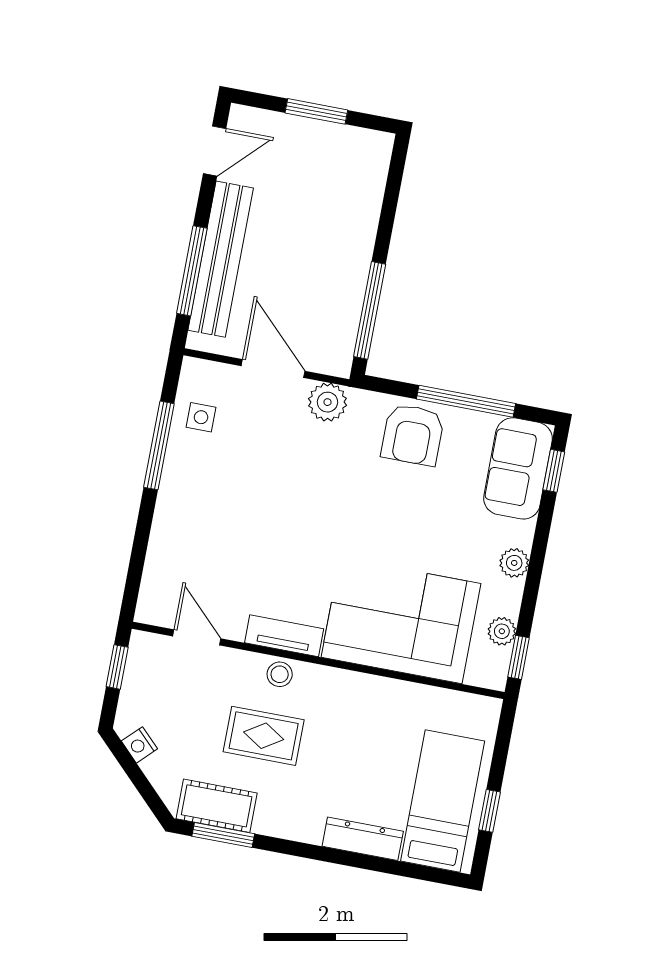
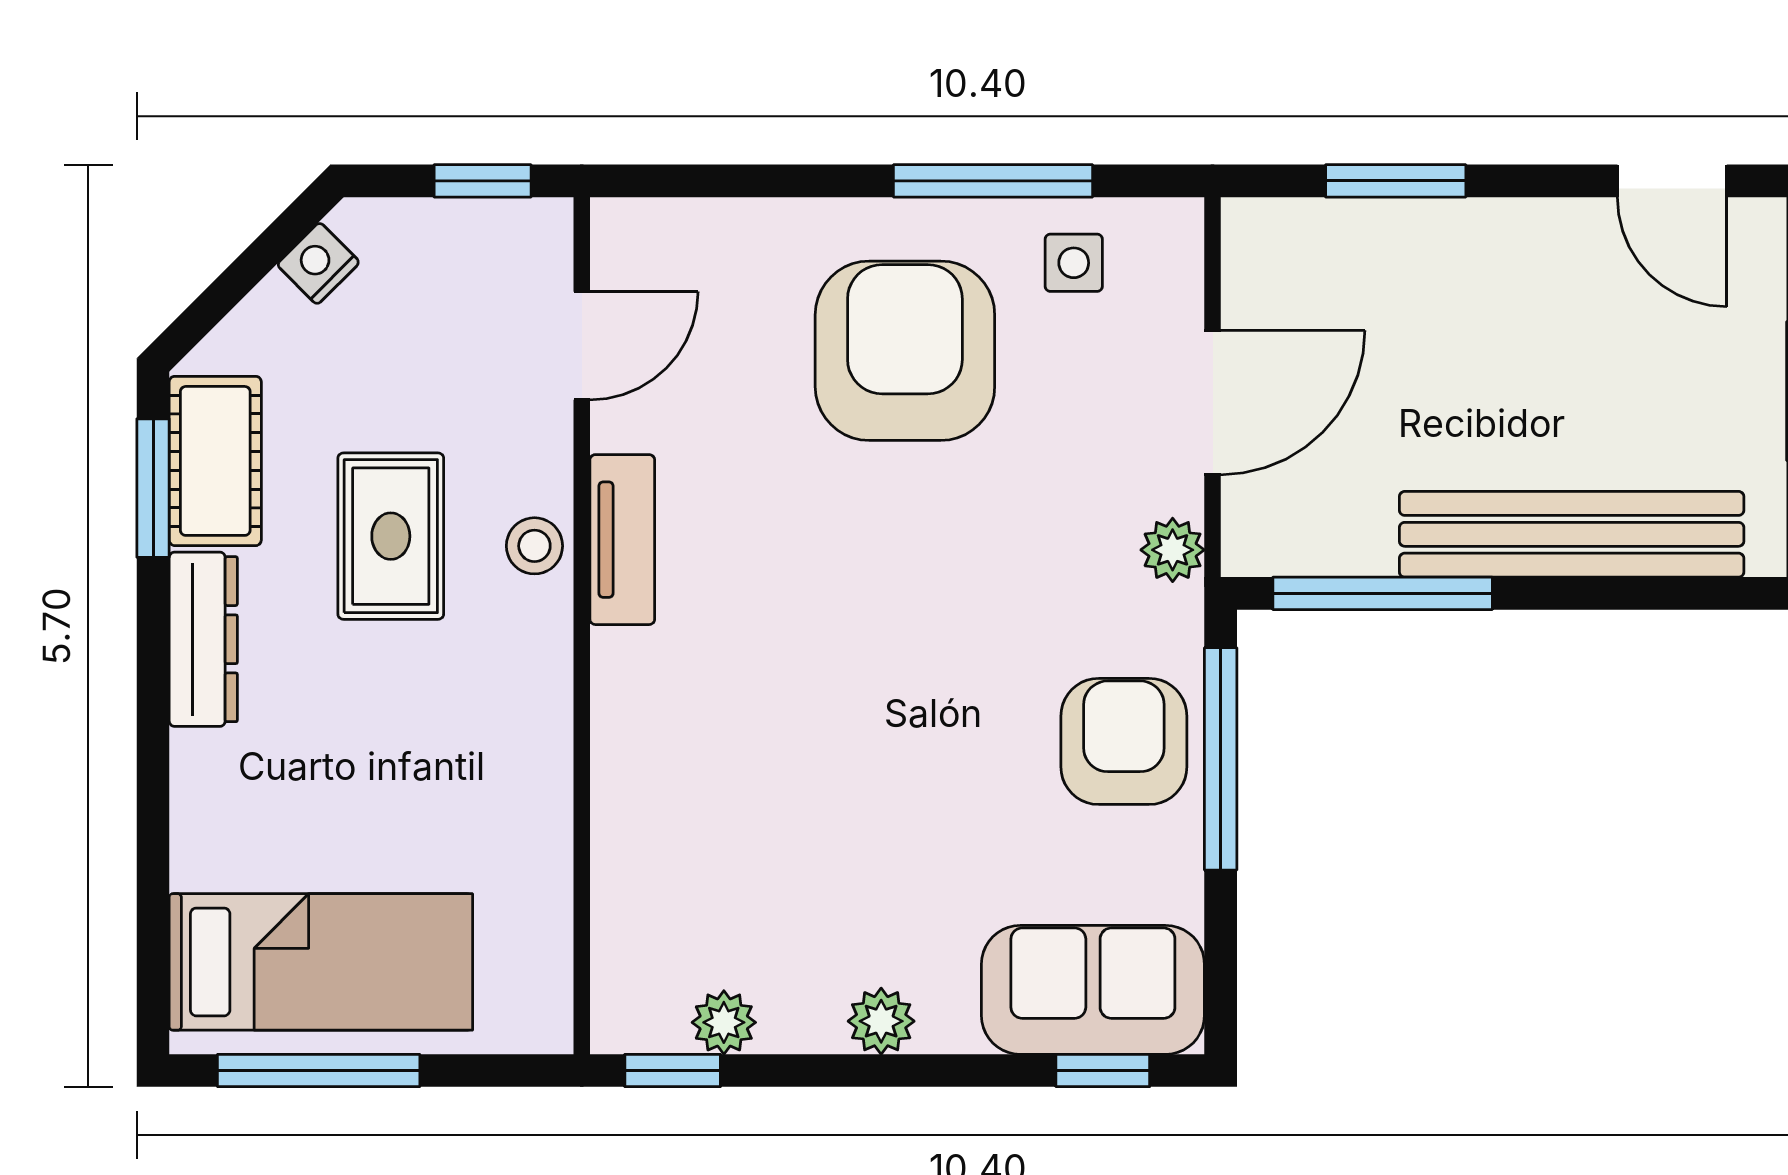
bench: (221, 259) -> (1572, 534), moved
window: (192, 271) -> (1396, 181), width x0.69
window: (466, 401) -> (1221, 759), moved
plant: (327, 402) -> (1173, 550), width x0.73, depth x0.73
armchair: (413, 435) -> (1124, 741), turned 90
armchair: (225, 498) -> (905, 351), added
corner sofa: (401, 620) -> (706, 793), removed
window: (489, 811) -> (319, 1071), width x2.17
dresser: (363, 839) -> (203, 639), moved

